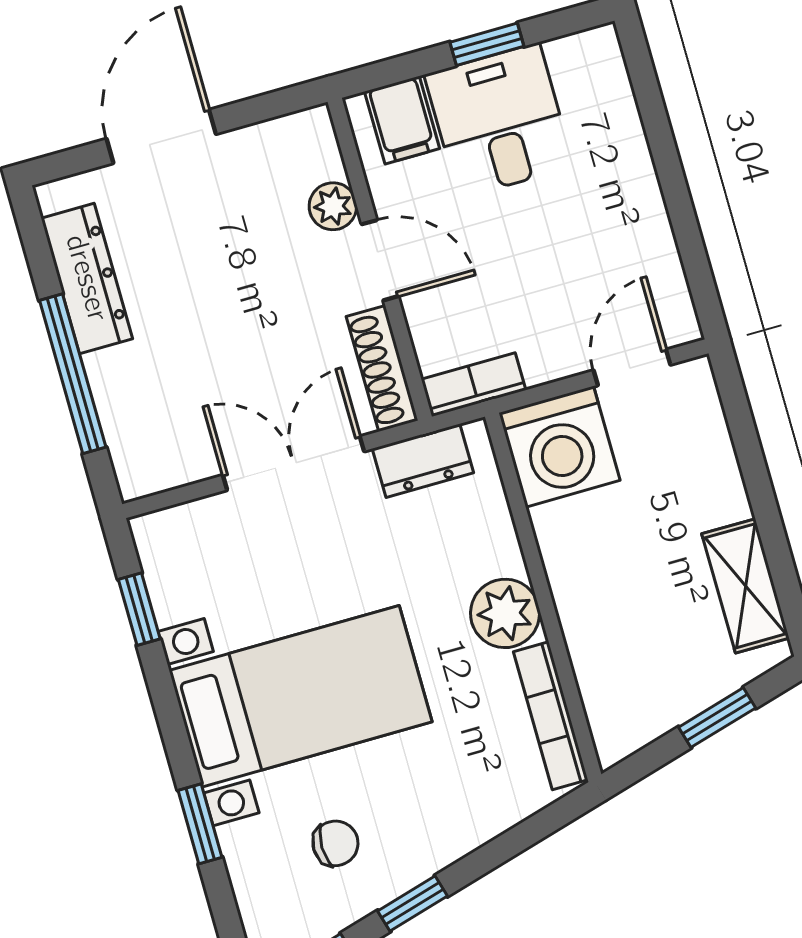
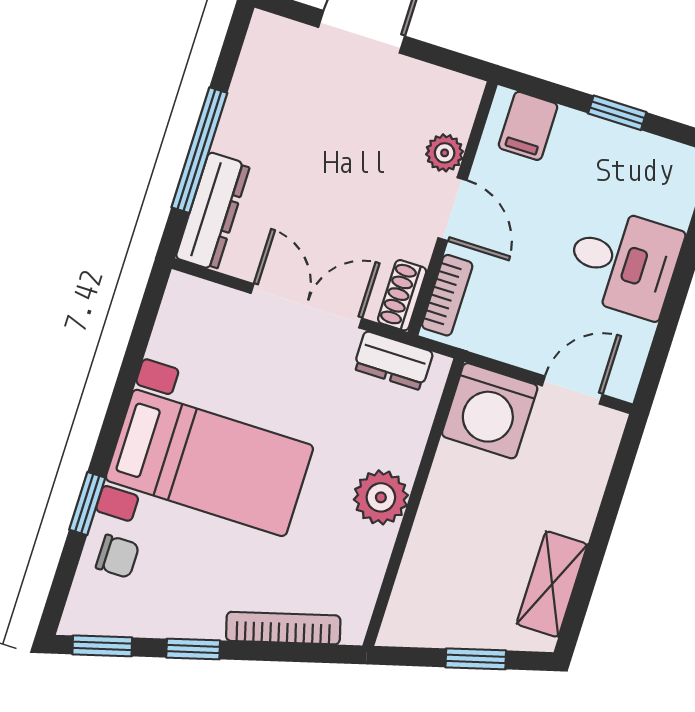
desk: (499, 121) -> (623, 262), moved, turned 90
dresser: (87, 278) -> (213, 211), moved
shoe rack: (382, 369) -> (402, 295), width x0.70
bookcase: (473, 385) -> (447, 295), moved, turned 90
window: (139, 609) -> (141, 335), removed
bookcase: (551, 716) -> (283, 628), moved, turned 74
chair: (335, 843) -> (117, 556), moved

